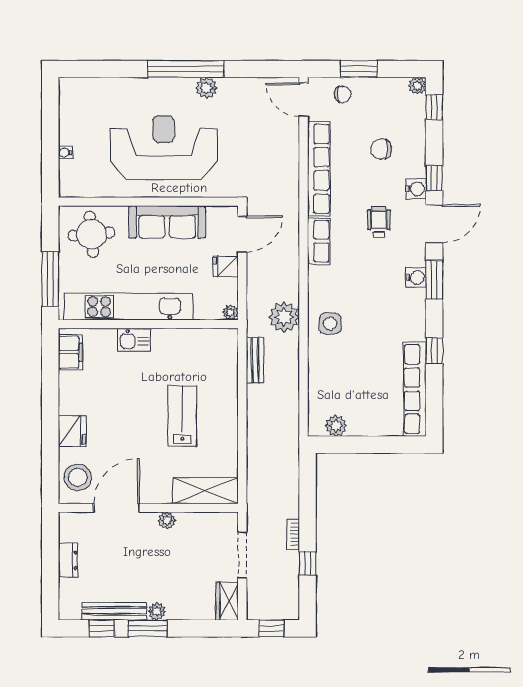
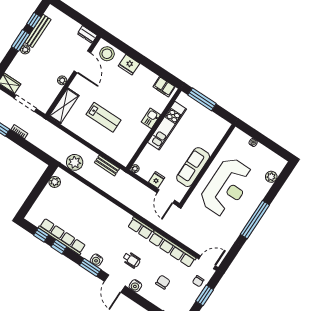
plant: (206, 88) -> (271, 177), moved
window: (434, 178) -> (41, 235), moved
round table: (91, 234) -> (210, 130), removed
kitchen unit: (129, 307) -> (167, 126), width x0.73
plant: (284, 317) -> (75, 162), moved
side table: (330, 324) -> (101, 209), removed
row of seats: (415, 389) -> (62, 237), moved
dresser: (68, 560) -> (87, 34), moved

